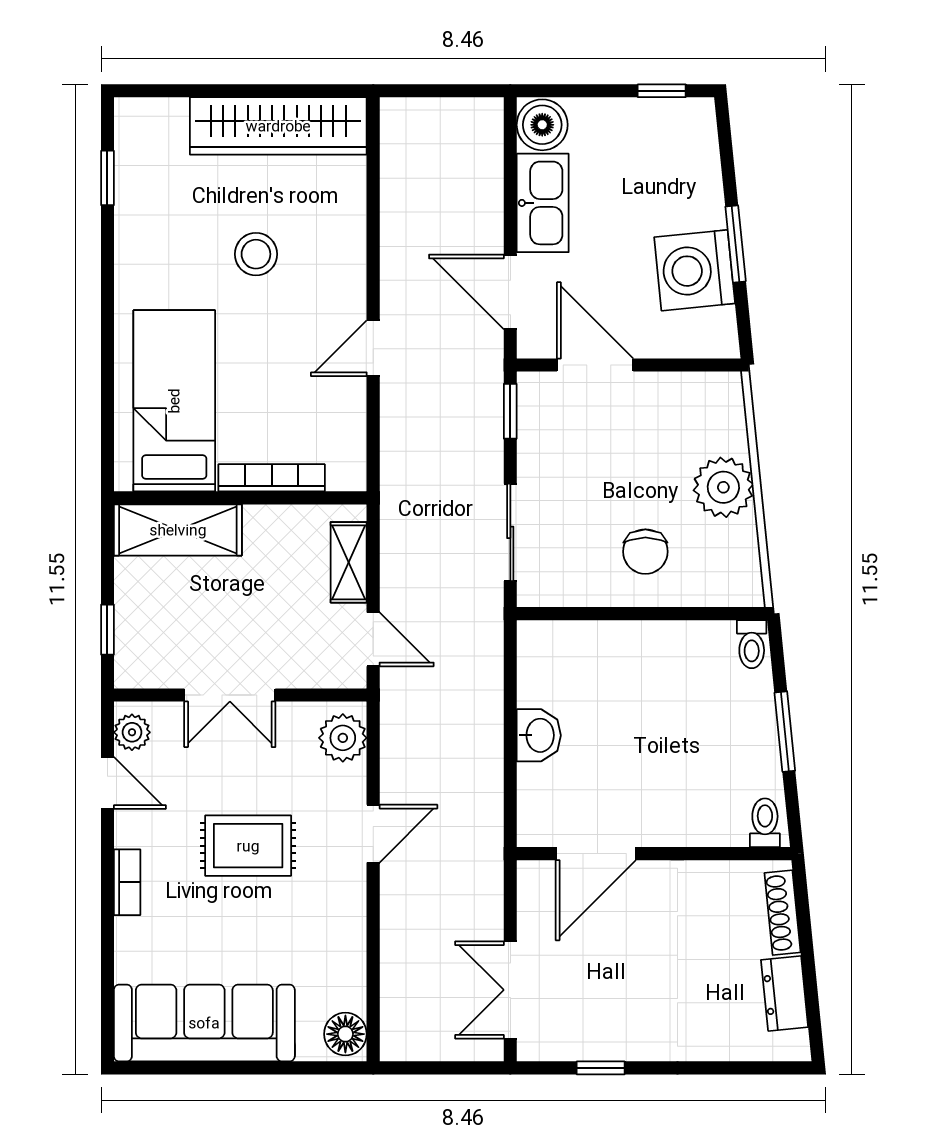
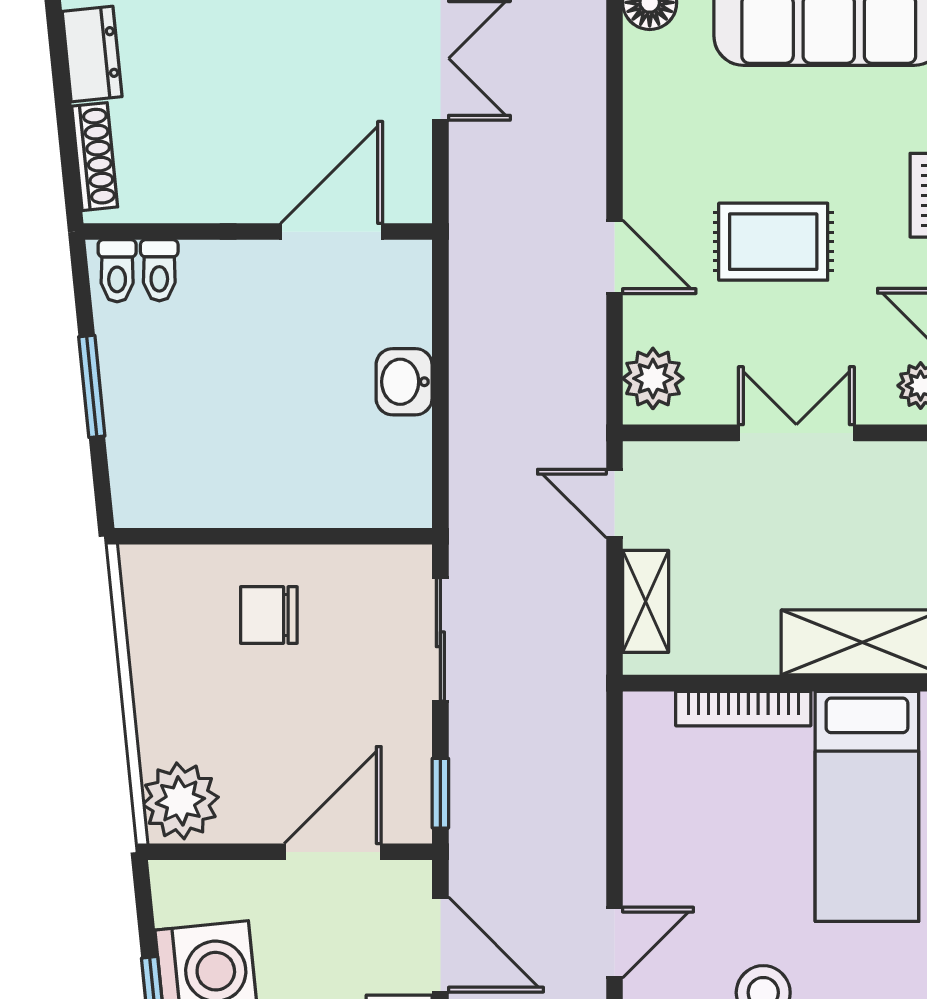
door: (373, 348) -> (614, 943), moved
door: (595, 365) -> (333, 852), swing flipped
plant: (723, 487) -> (180, 801), moved
chair: (645, 552) -> (269, 615), turned -90
toilet: (752, 644) -> (159, 270), moved, turned 180
door: (373, 834) -> (614, 257), swing flipped

